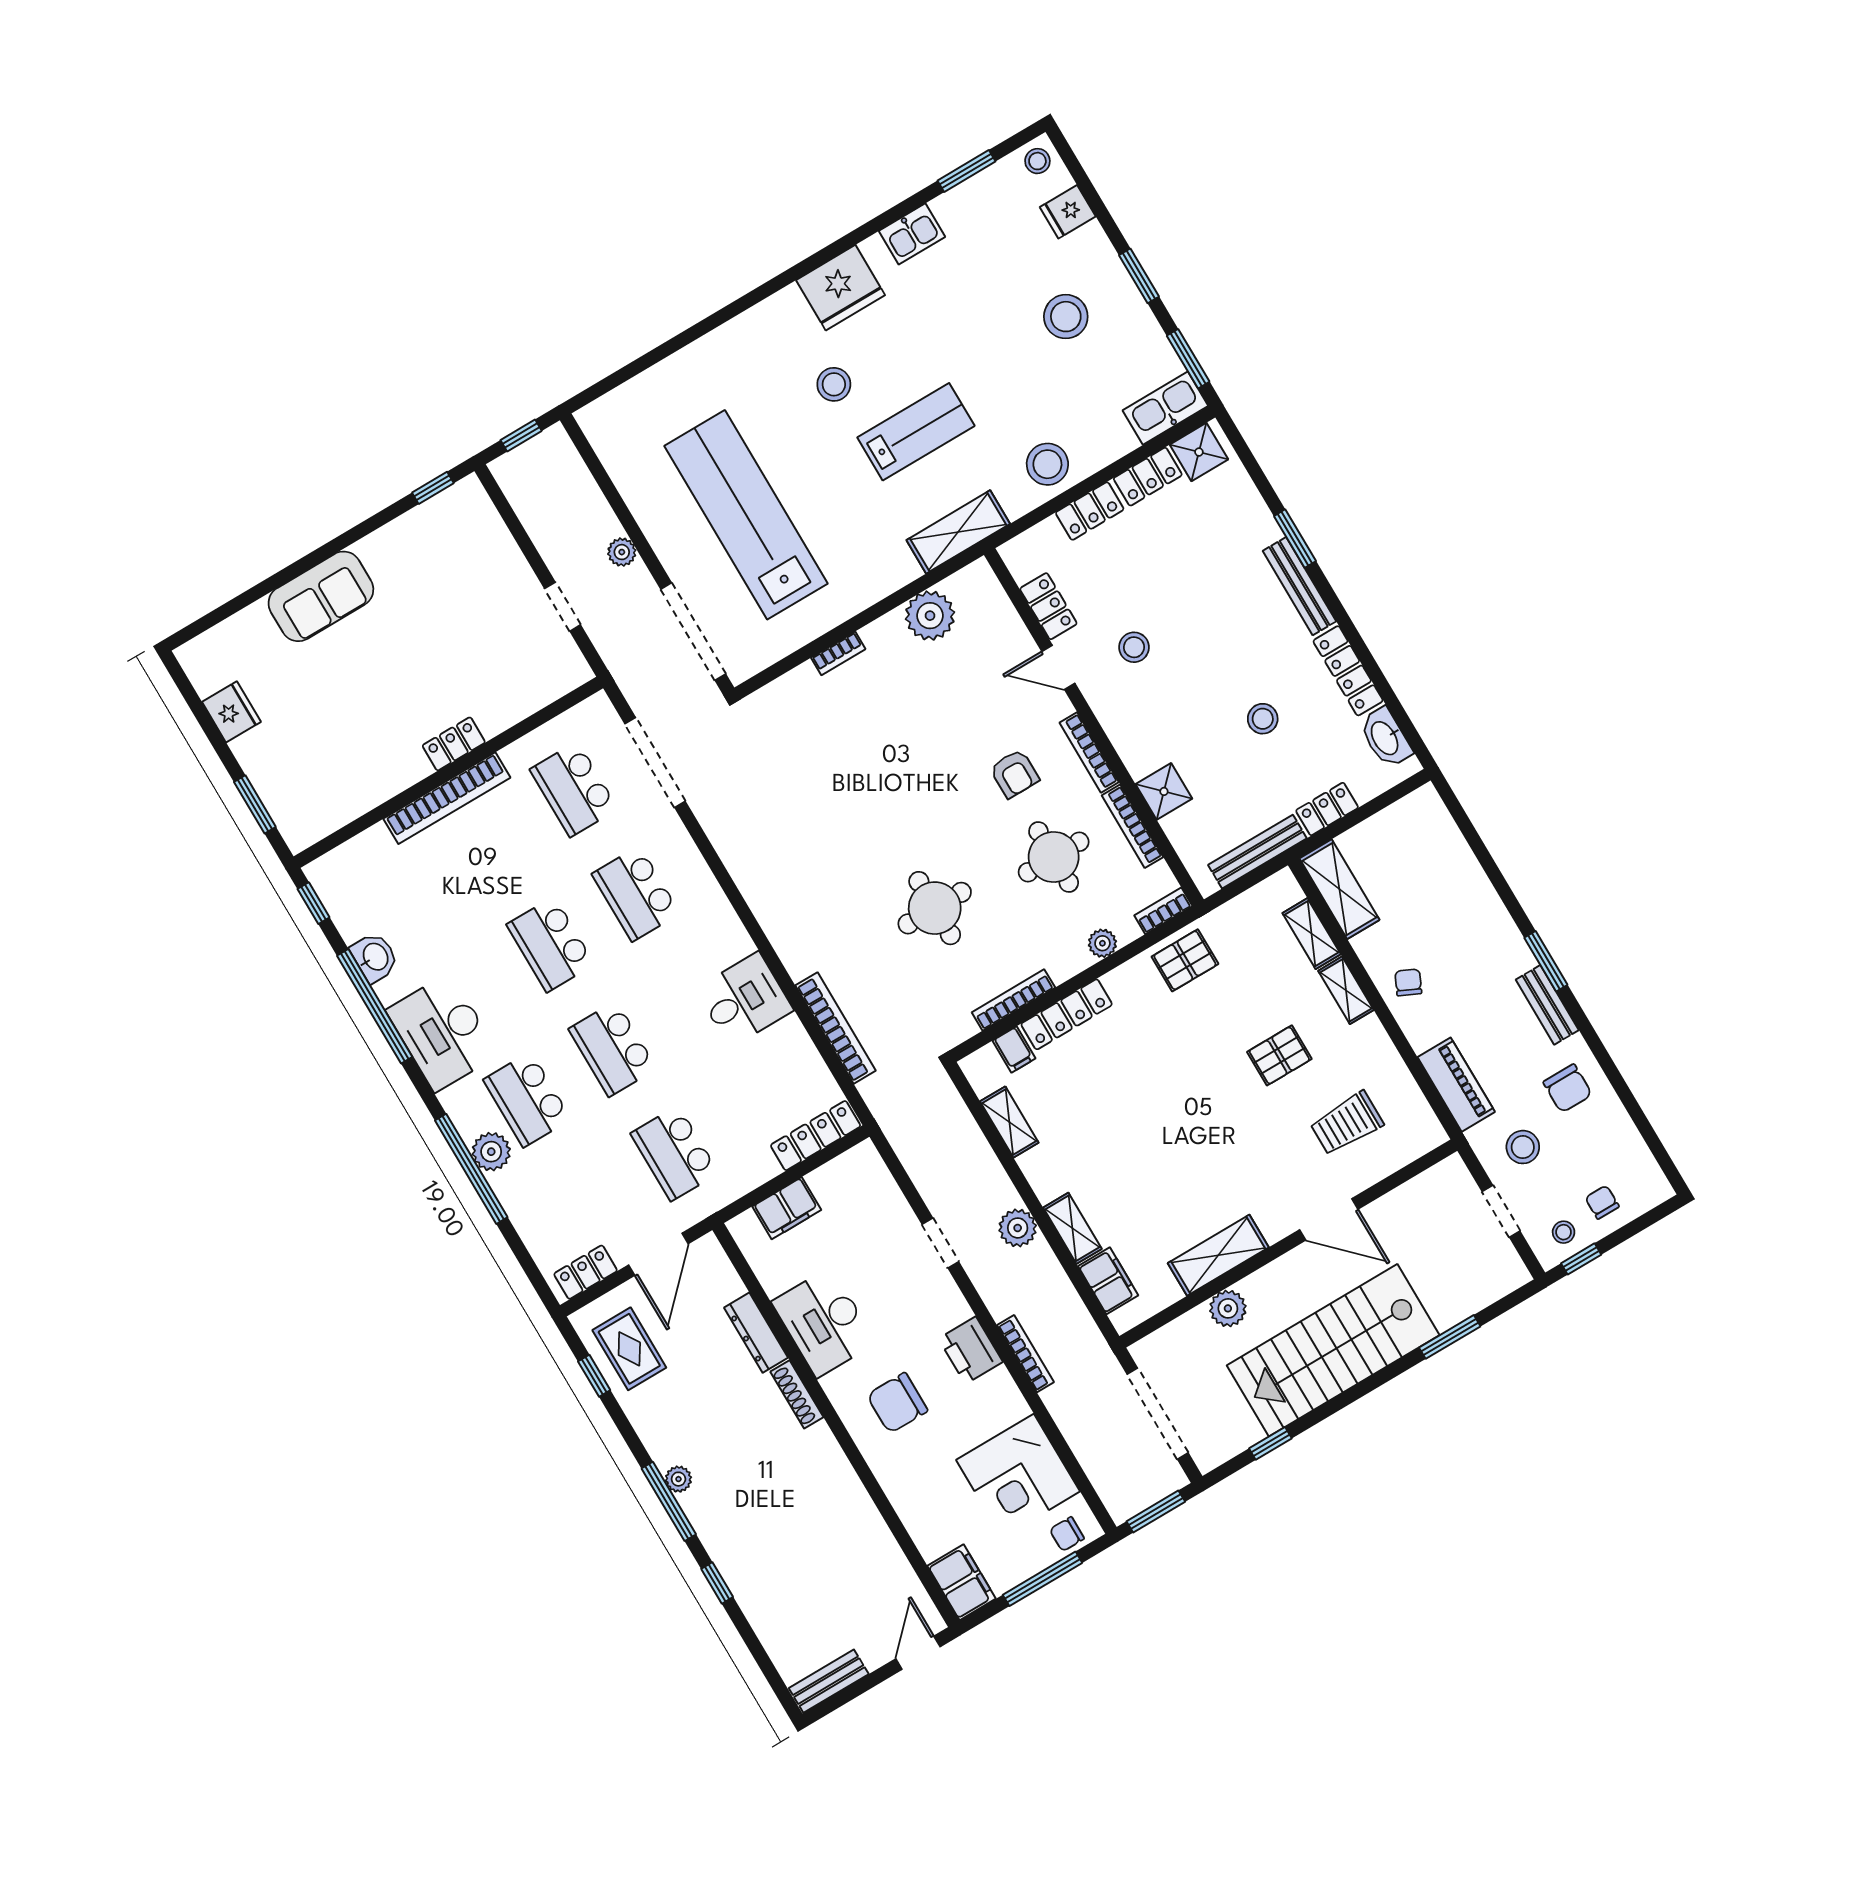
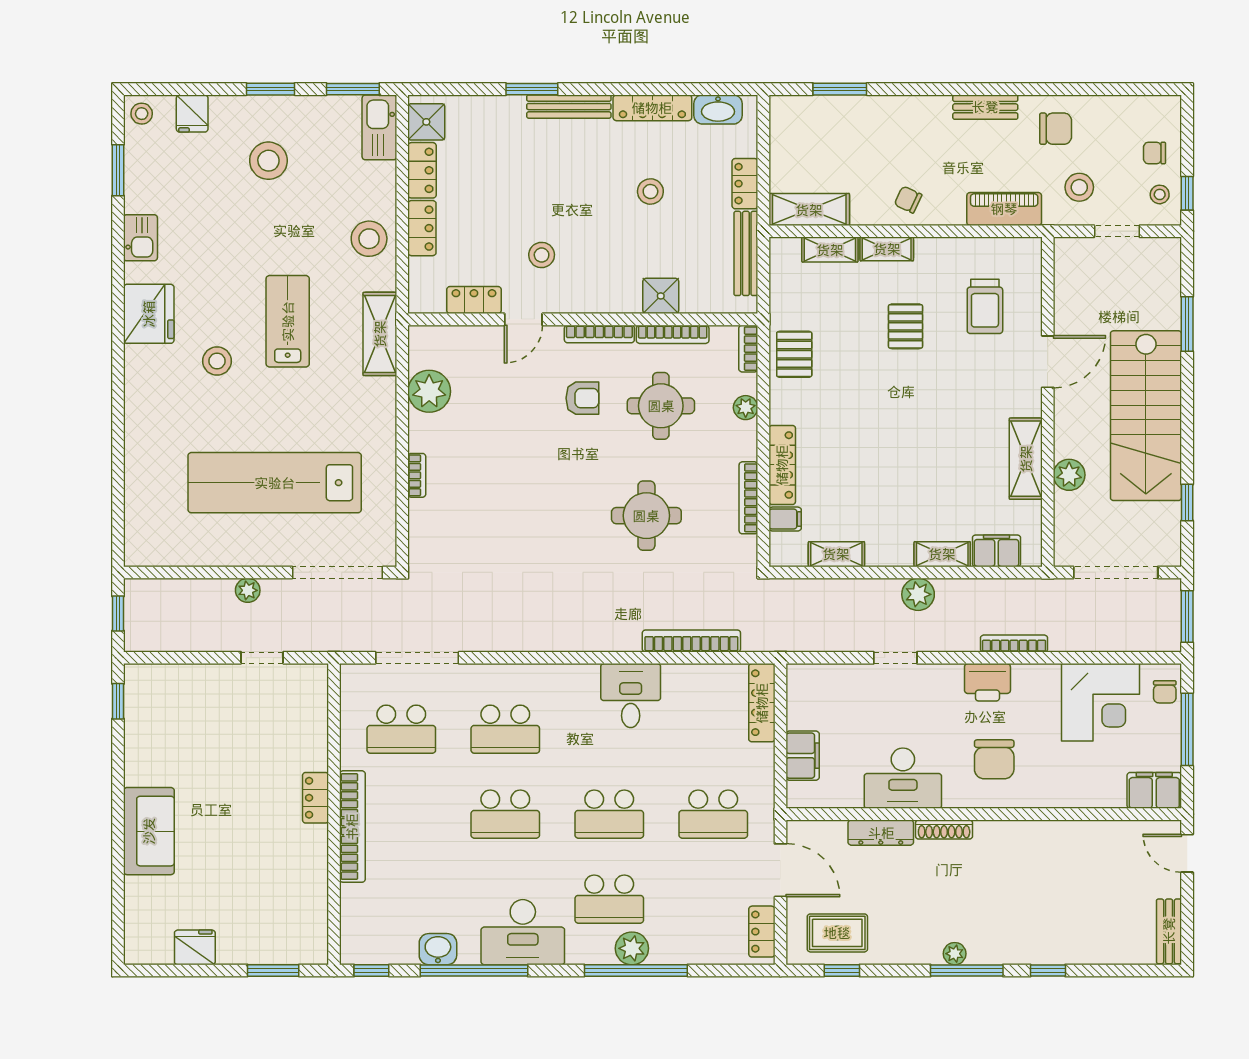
window: (1546, 961) -> (840, 89), moved

